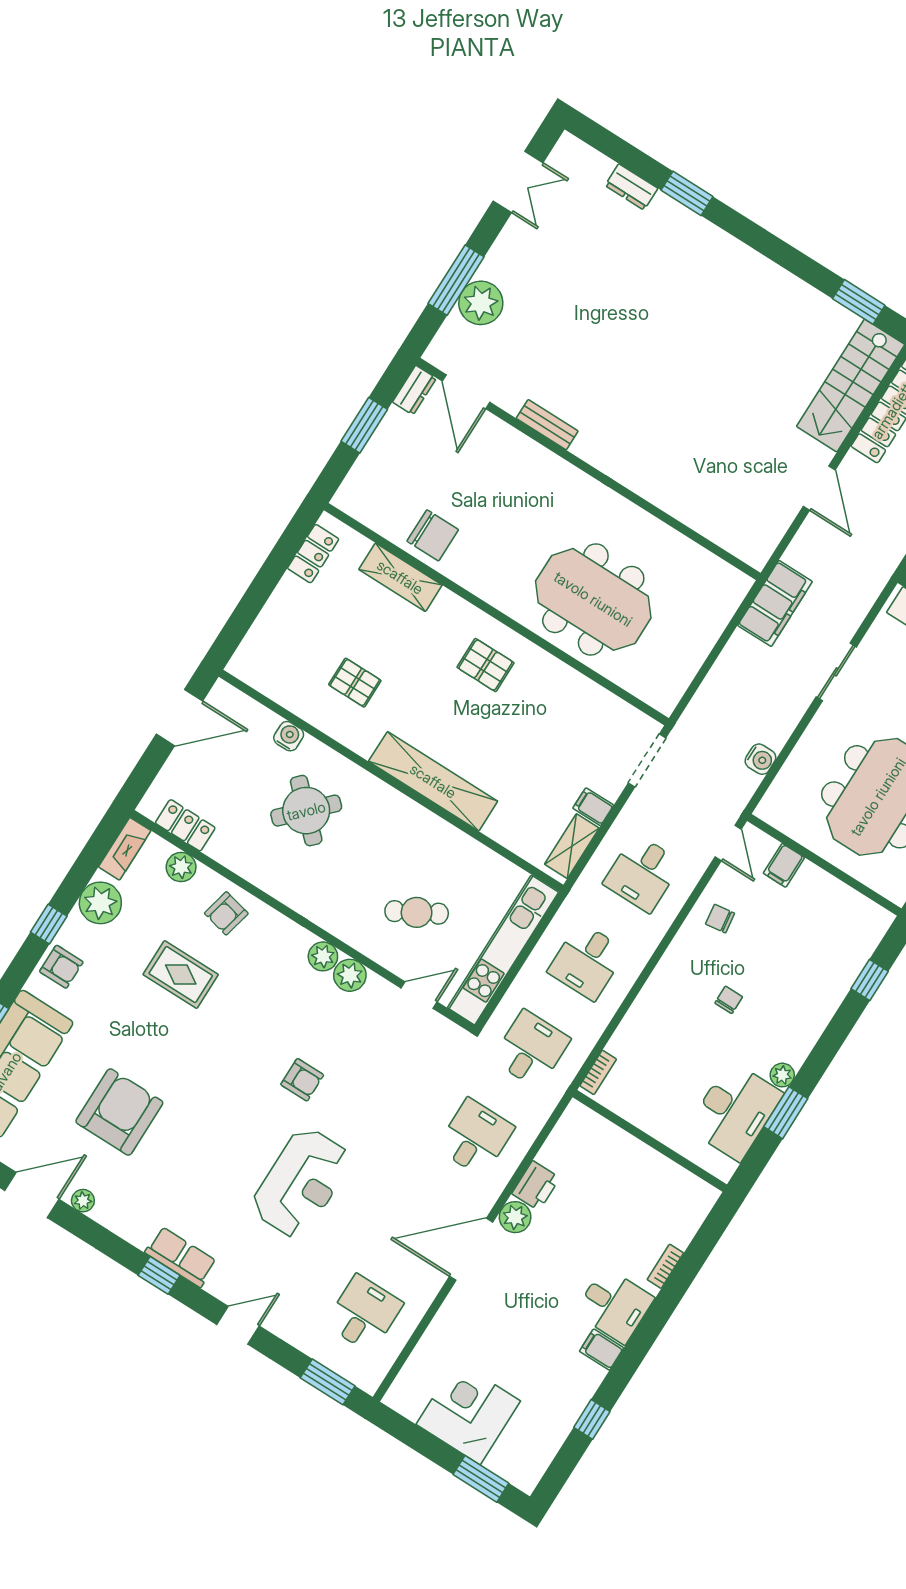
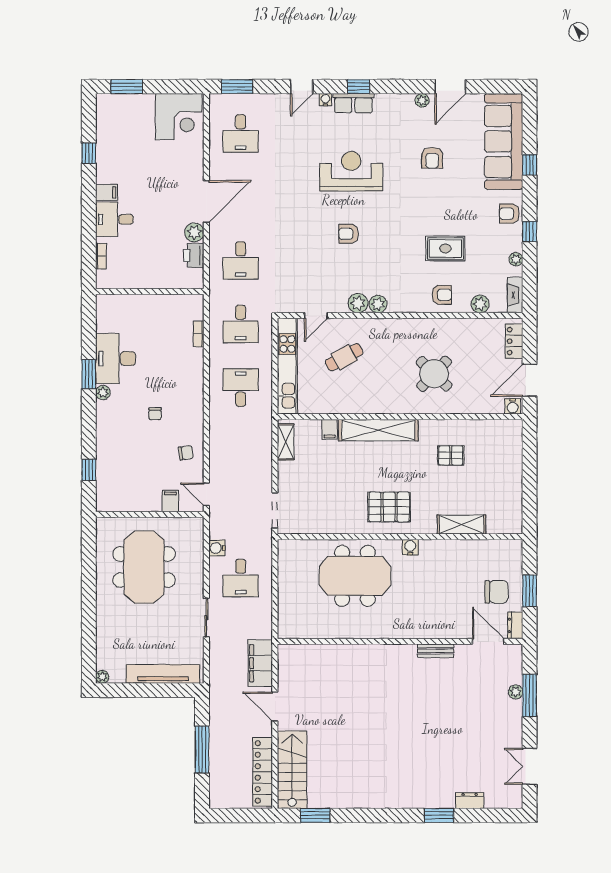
plant: (481, 303) -> (516, 692), width x0.53, depth x0.53
chair: (433, 535) -> (496, 592), moved, turned 180
locker: (313, 554) -> (514, 508), removed
water cooler: (491, 591) -> (410, 547), added
filing cabinet: (775, 603) -> (260, 663), moved
pallet: (485, 665) -> (389, 507), width x1.50, depth x1.42
water cooler: (289, 736) -> (513, 406), moved
filing cabinet: (593, 807) -> (330, 429), moved, turned 90
locker: (185, 825) -> (514, 341), moved, turned 90
desk: (642, 873) -> (241, 578), moved, turned 180
plant: (100, 903) -> (516, 259), width x0.53, depth x0.53
armchair: (226, 913) -> (442, 295), turned 77
armchair: (119, 1112) -> (432, 158), width x0.53, depth x0.53
wall: (650, 1141) -> (150, 292), moved
reception desk: (301, 1183) -> (351, 171), moved, turned 90
water cooler: (216, 1286) -> (325, 100), added
corner desk: (468, 1413) -> (179, 117), moved

